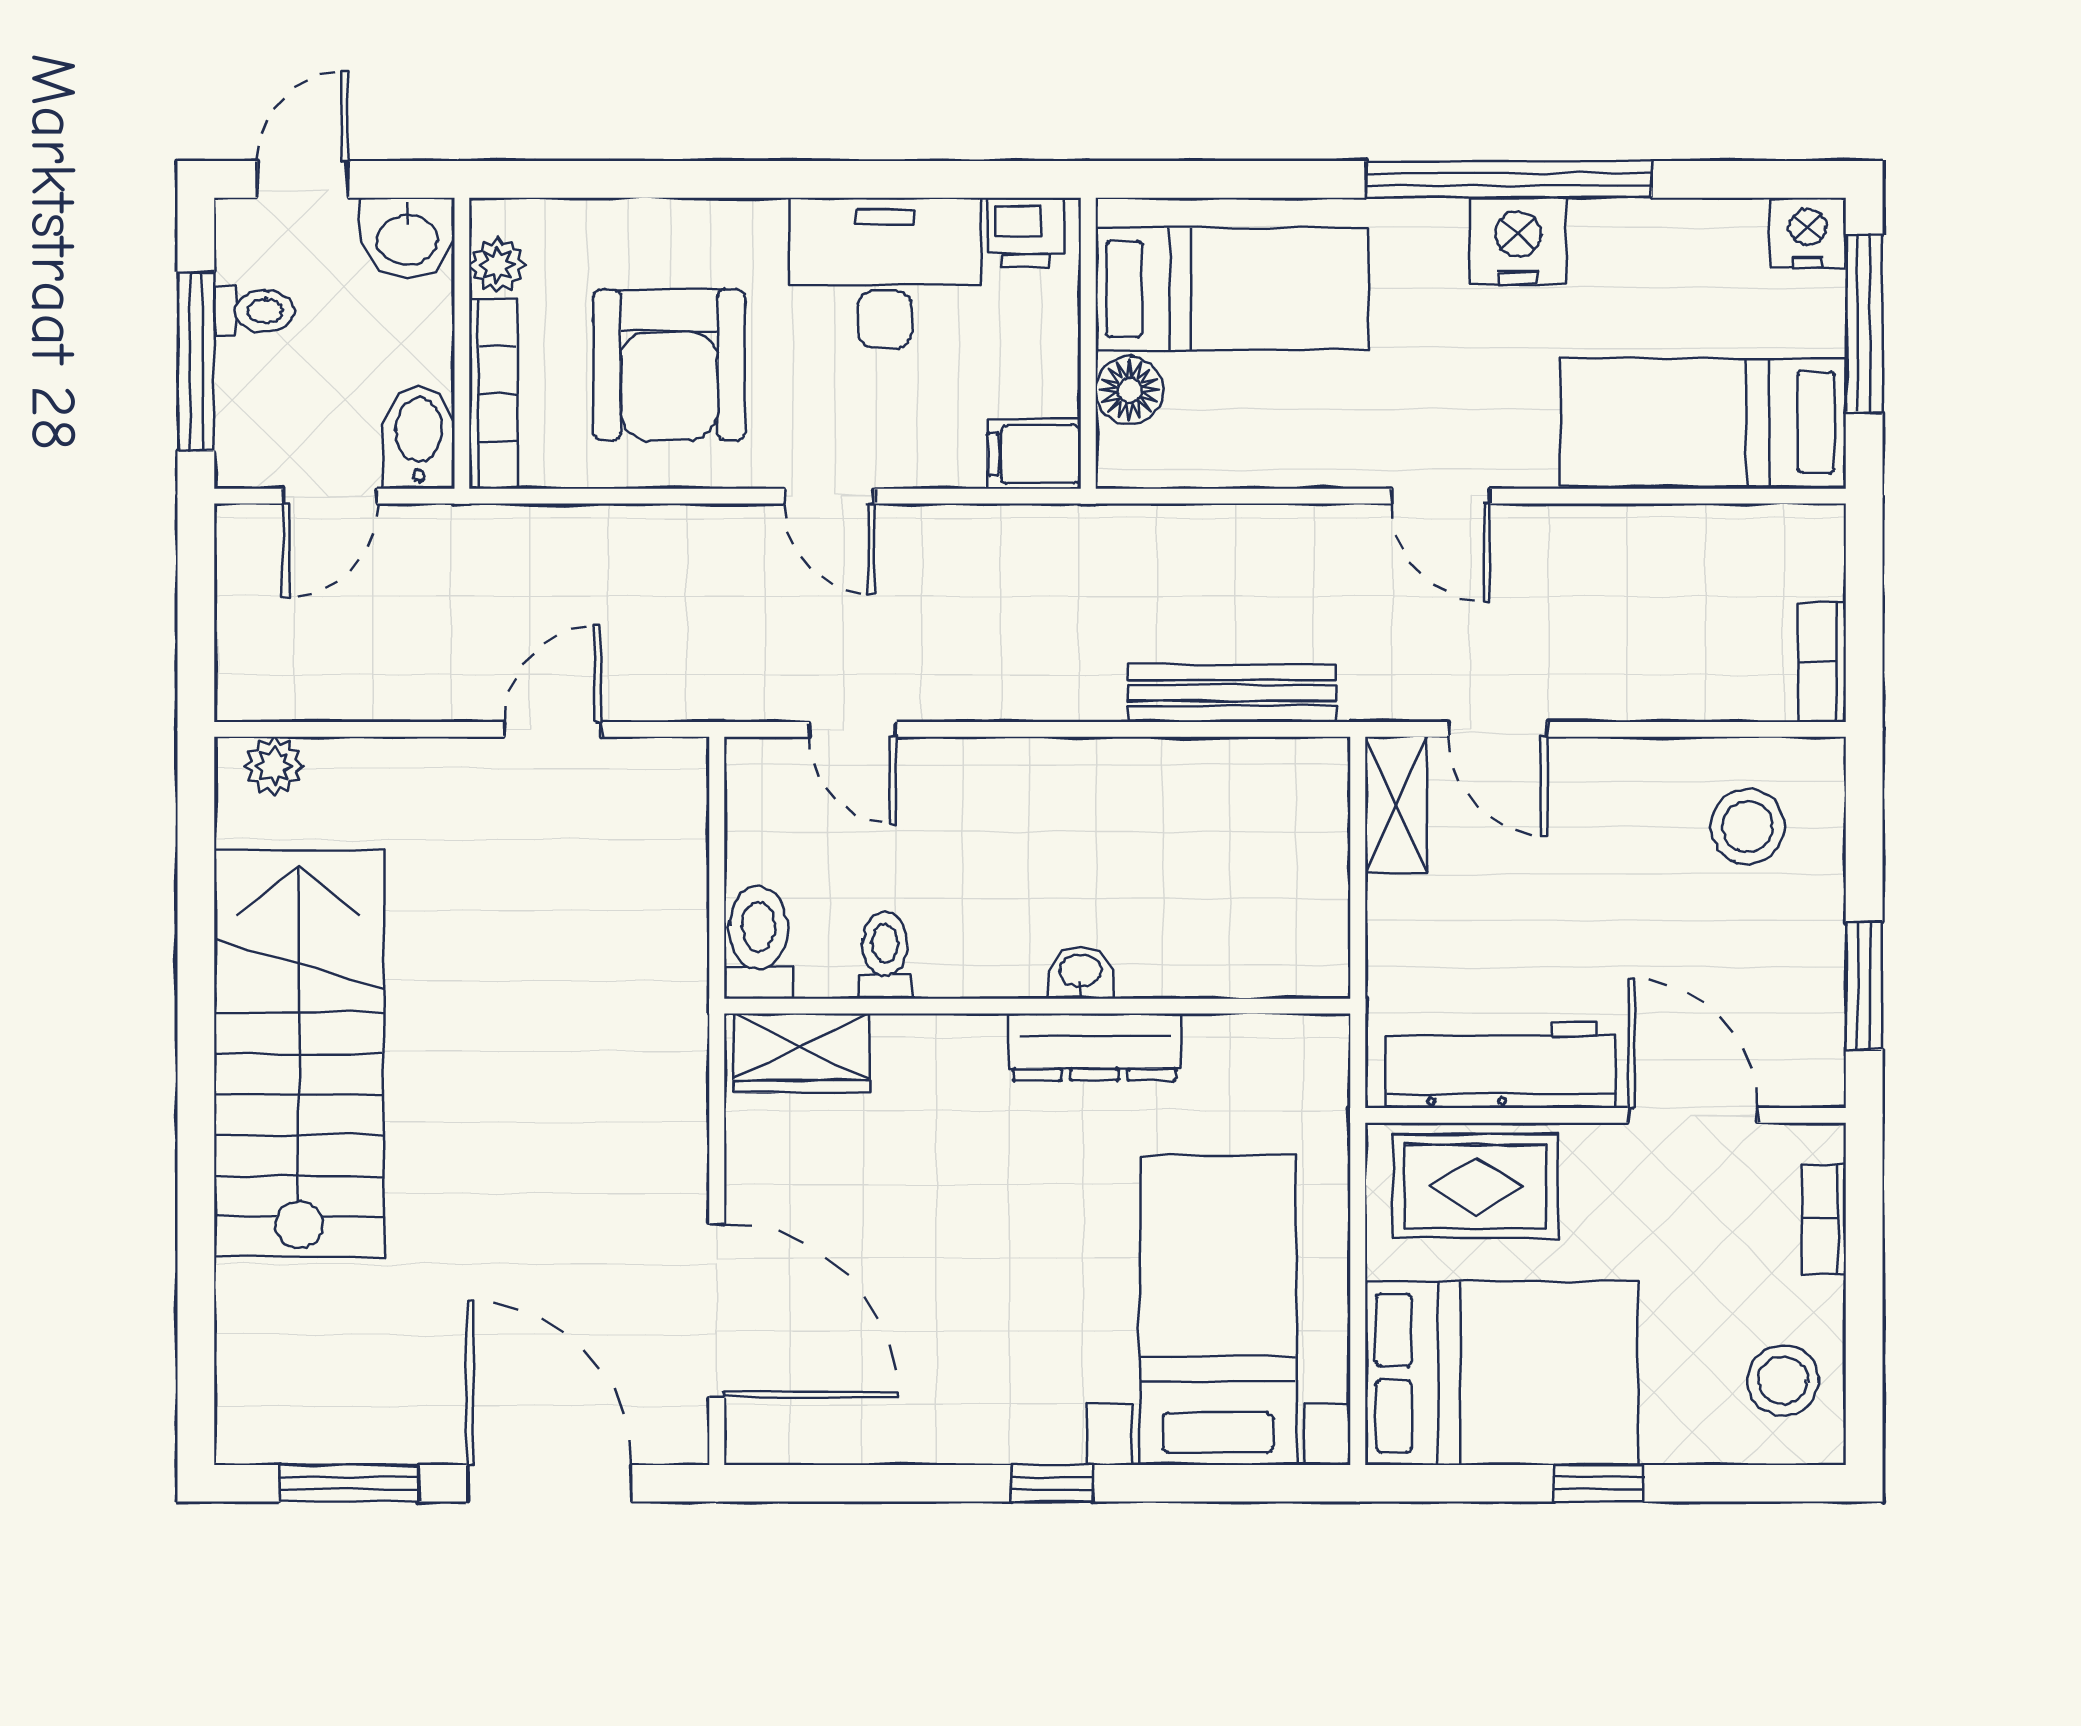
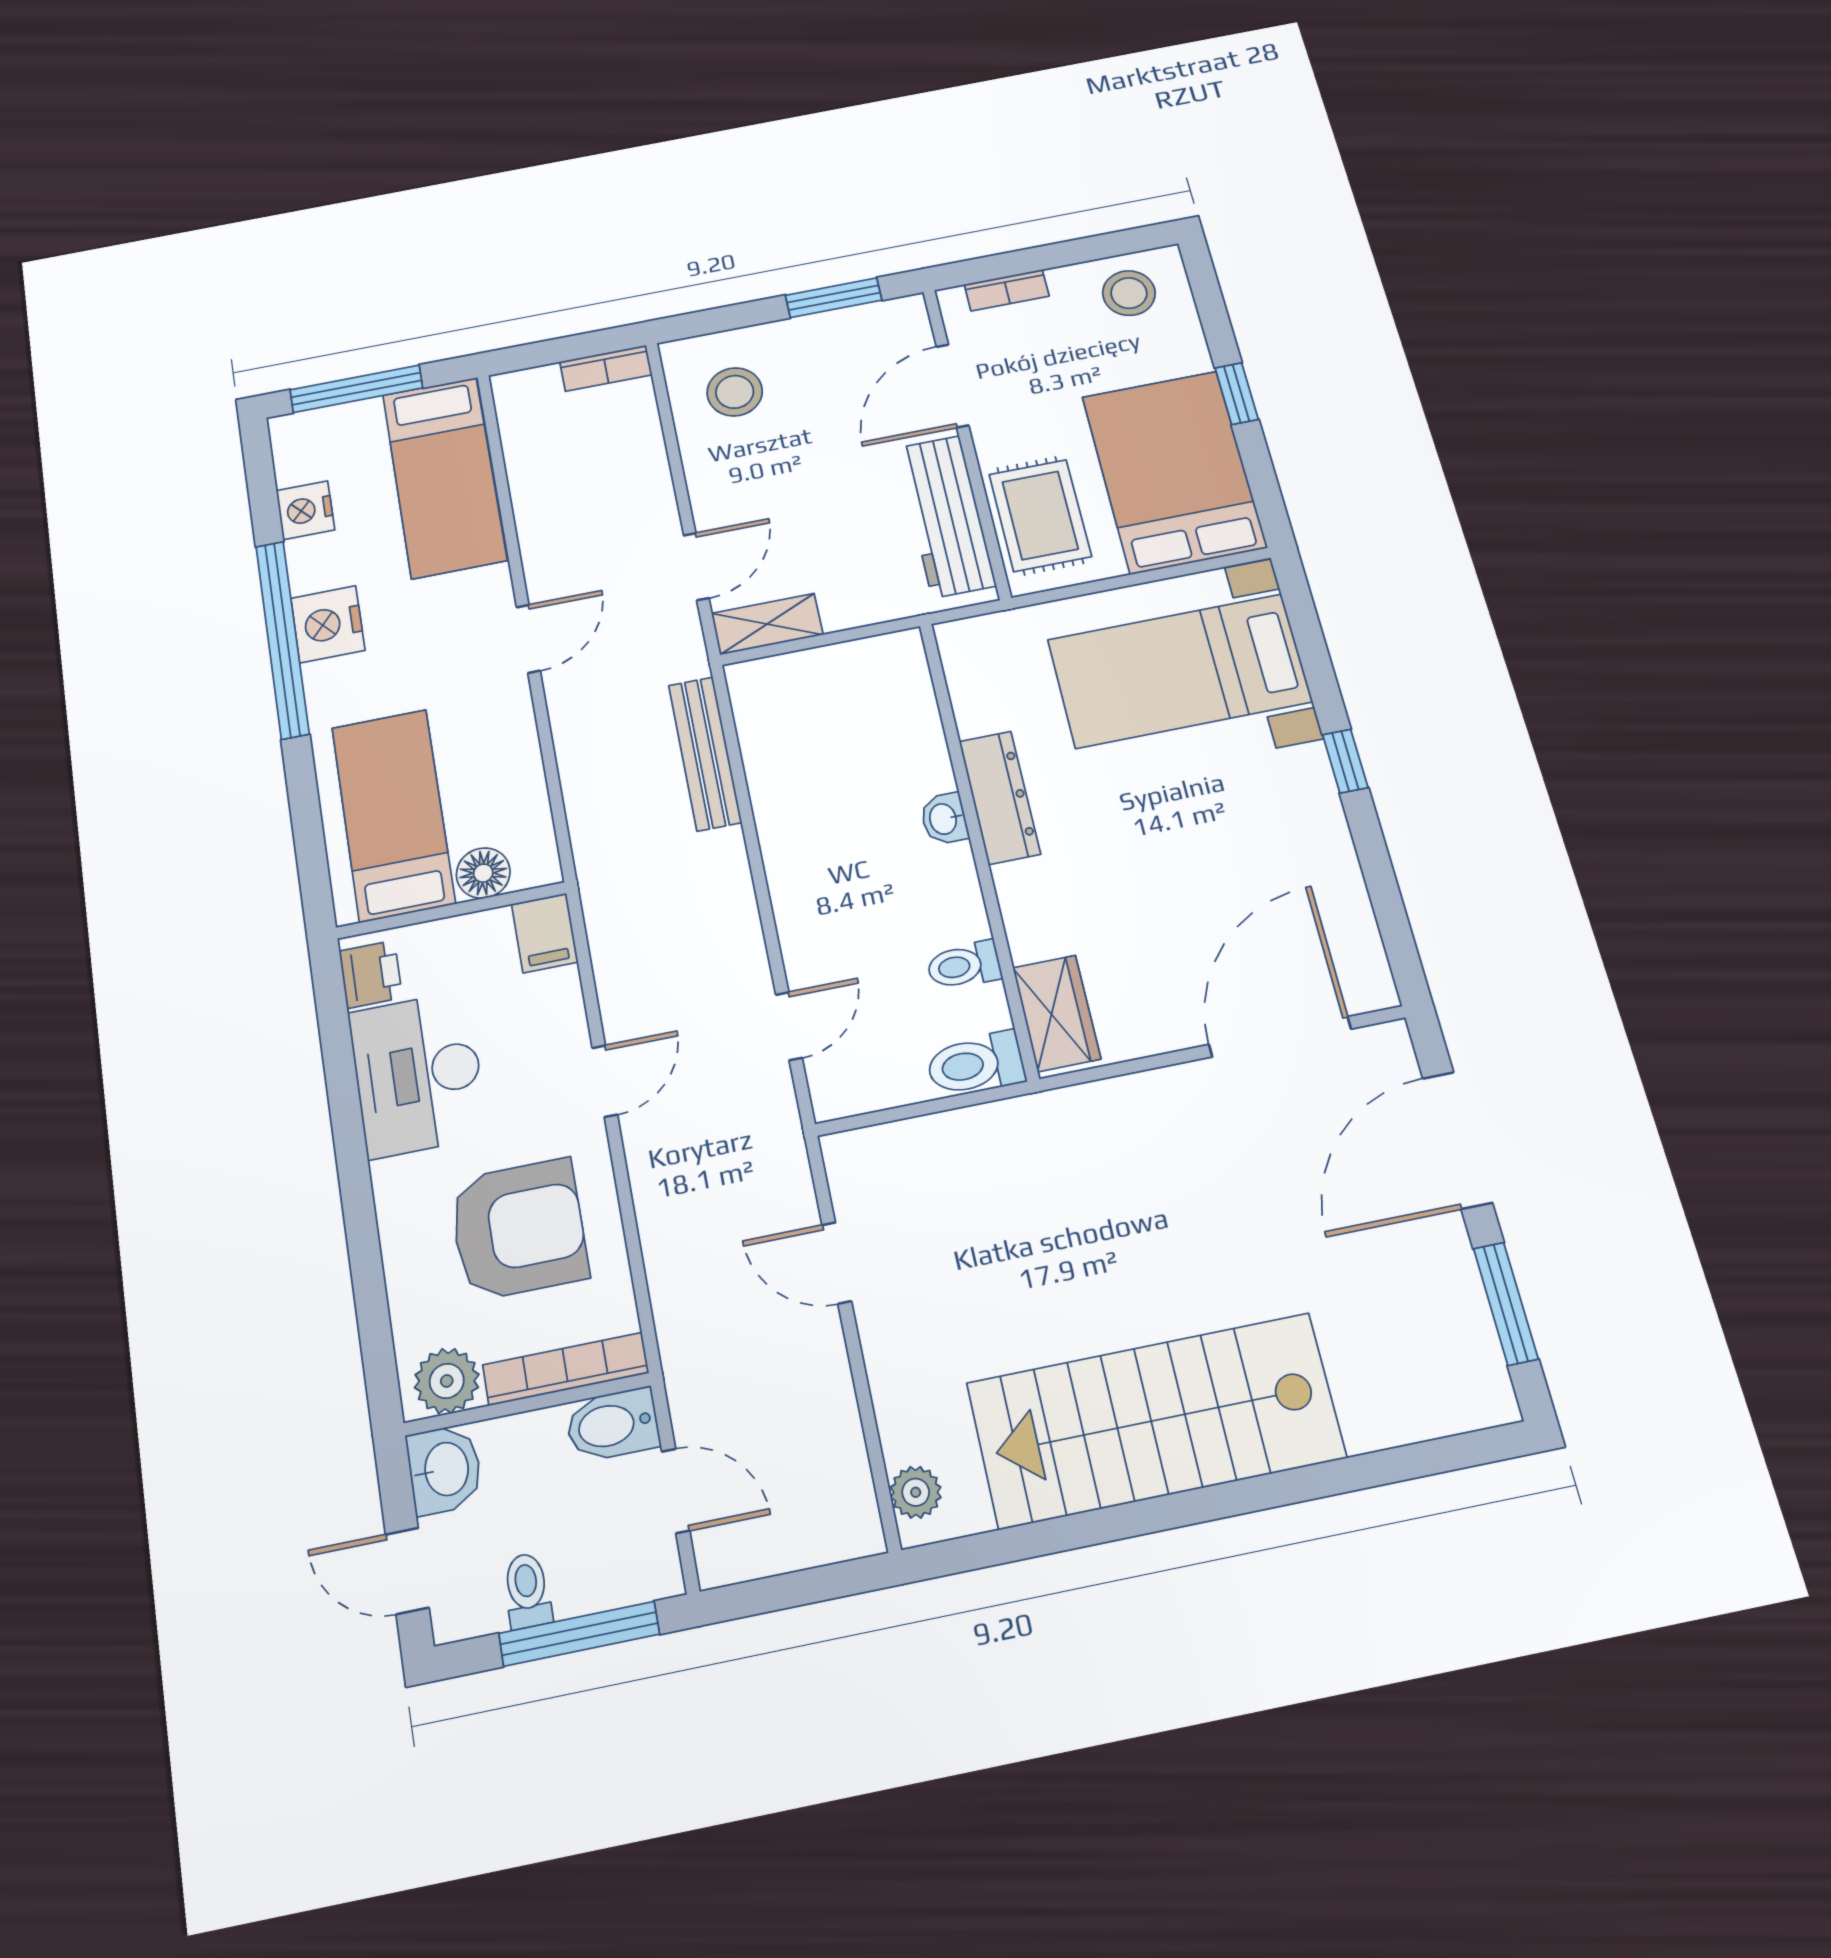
nightstand: (1808, 233) -> (305, 510), moved
plant: (497, 265) -> (447, 1381), width x1.38, depth x1.38

